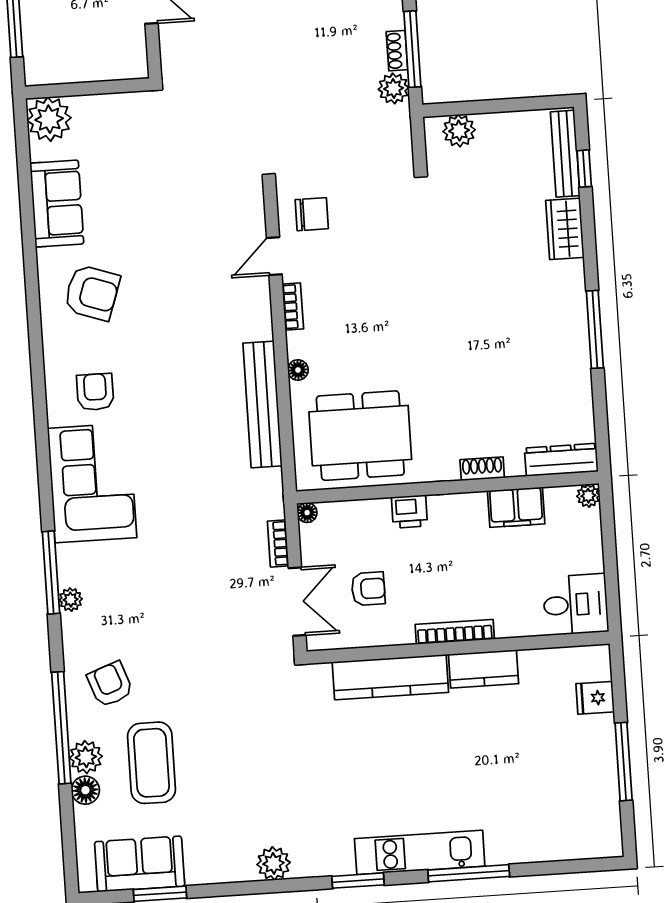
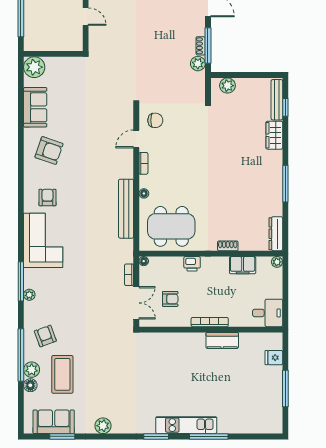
dresser: (561, 460) -> (276, 234), moved, turned -90
kitchen counter: (390, 677) -> (178, 341), removed
plant: (274, 863) -> (103, 426), moved

